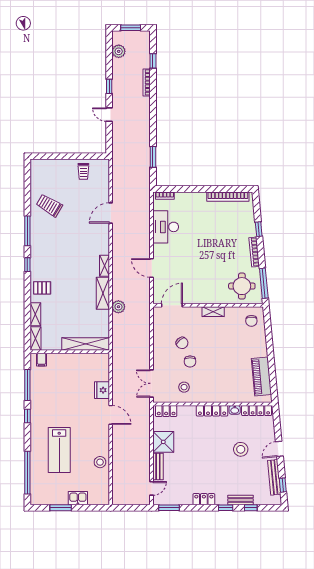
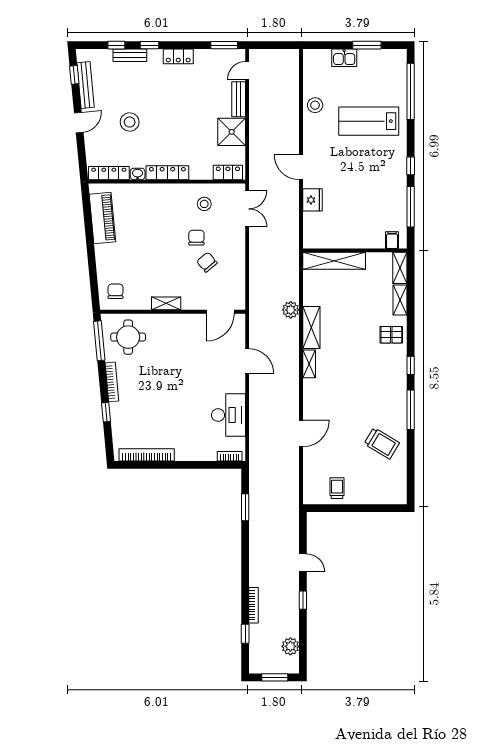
lab bench: (59, 450) -> (369, 121), turned -90

